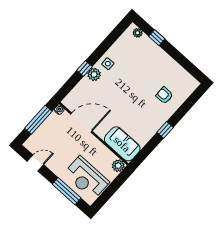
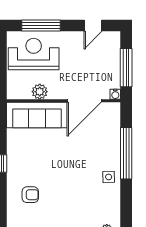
window: (85, 68) -> (126, 153), width x3.17
plant: (94, 74) -> (112, 156), removed
sofa: (122, 144) -> (37, 115), width x1.36
plant: (118, 166) -> (40, 92), moved

